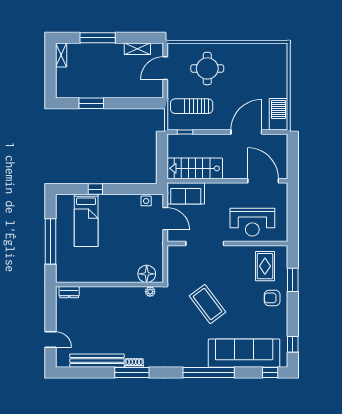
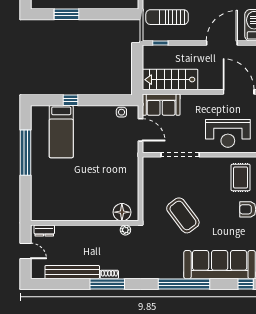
floor lamp: (147, 274) -> (122, 212), moved
wall: (109, 285) -> (85, 223), moved
dresser: (69, 292) -> (44, 230), moved
plant: (150, 292) -> (125, 230), moved

